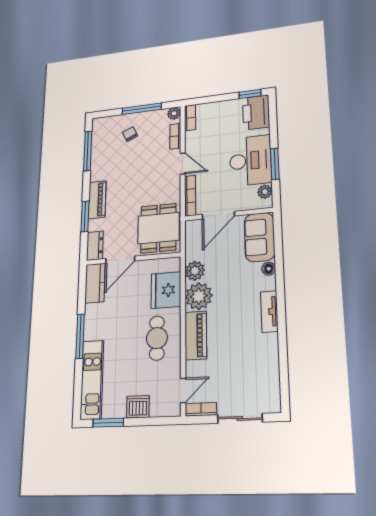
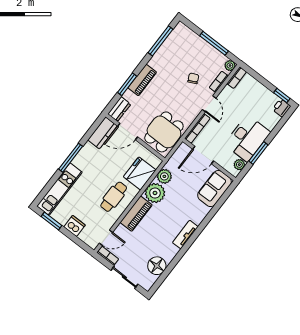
printer: (256, 112) -> (282, 108), width x0.53, depth x0.68
chair: (130, 134) -> (193, 78), moved
floor lamp: (269, 269) -> (157, 266), moved, width x1.89, depth x1.89

